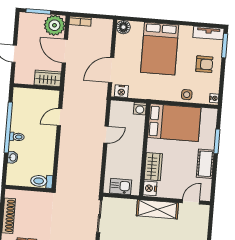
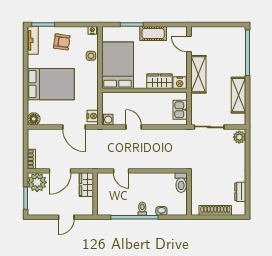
armchair: (204, 64) -> (62, 42), turned 98
washing machine: (140, 109) -> (107, 120), moved

